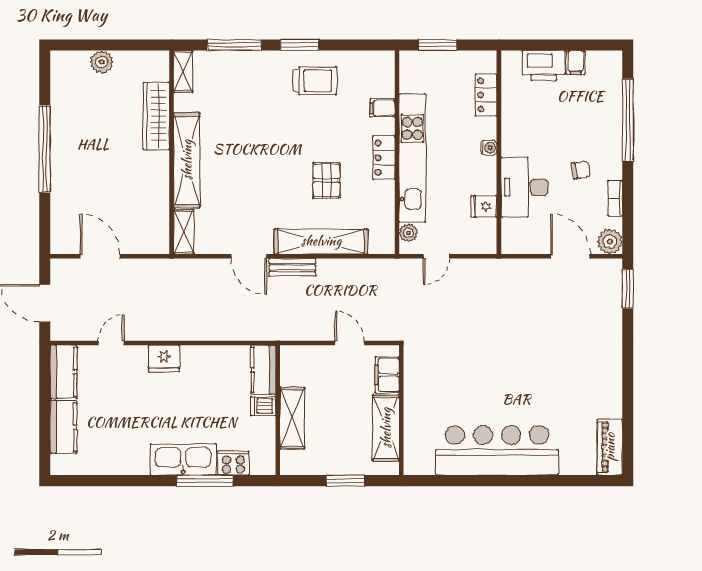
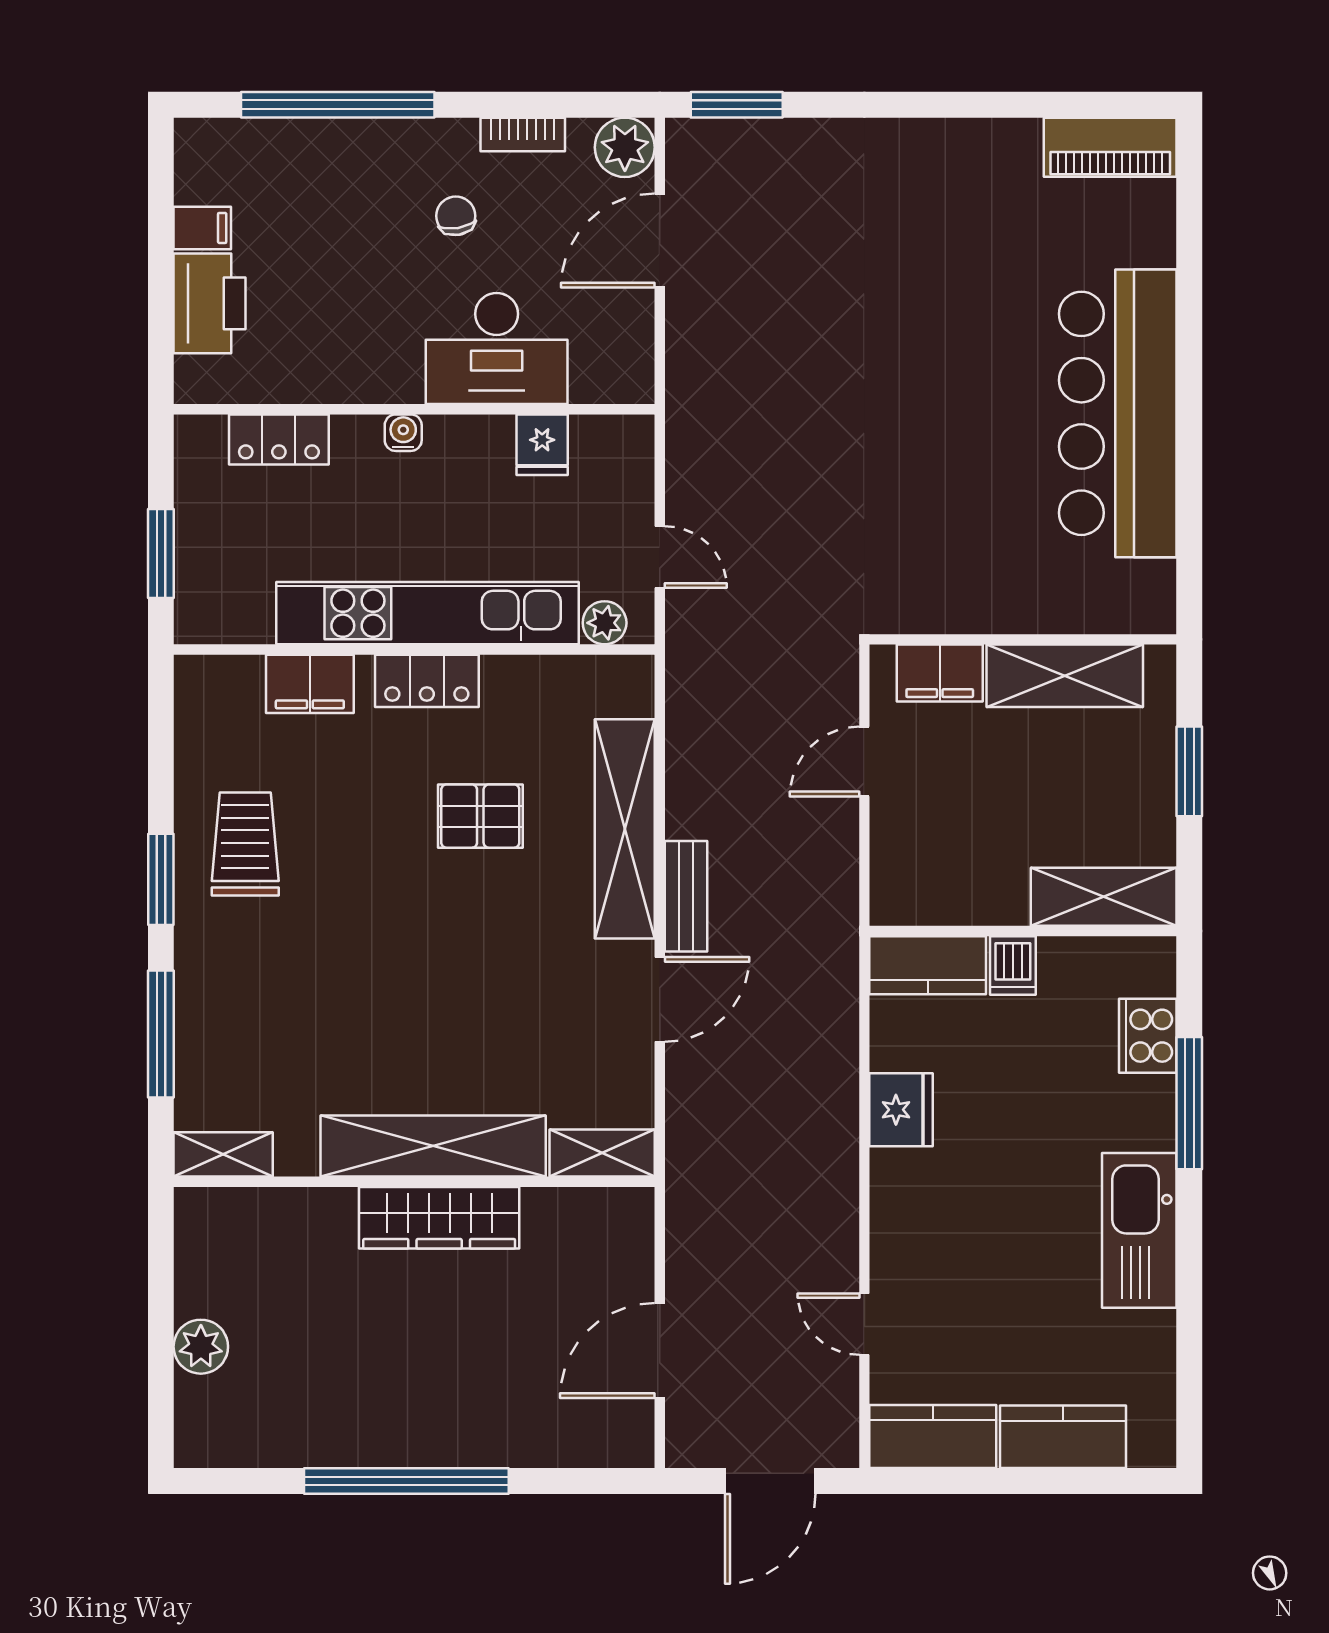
filing cabinet: (382, 108) -> (310, 684), width x2.00
wardrobe: (156, 116) -> (439, 1218), moved
fridge: (164, 359) -> (901, 1110), moved
shelving: (292, 418) -> (1104, 897), moved
kitchen sink: (183, 459) -> (1139, 1230), moved

